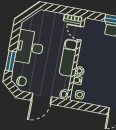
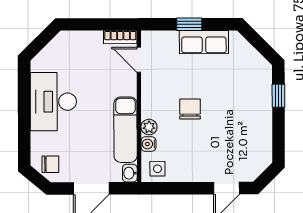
exam couch: (69, 58) -> (125, 130), moved
window: (11, 61) -> (24, 132), removed
chair: (104, 65) -> (190, 109), added

